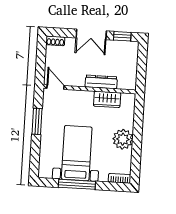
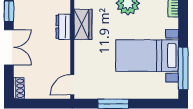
dresser: (101, 82) -> (63, 27), width x0.70
window: (77, 184) -> (183, 68), moved

